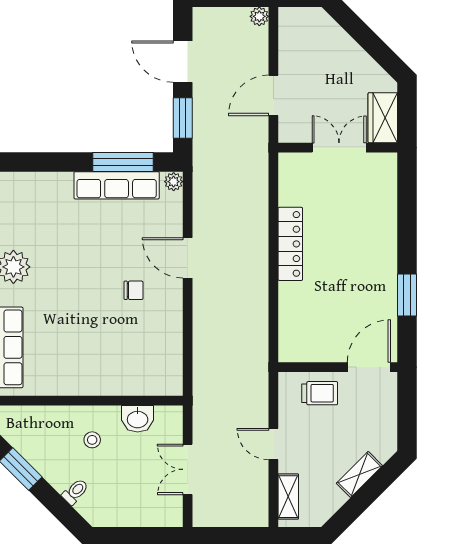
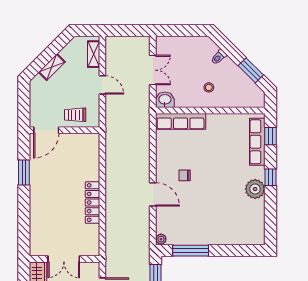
row of seats: (117, 185) -> (181, 121), moved, turned 180
washbasin: (138, 419) -> (165, 100), moved

